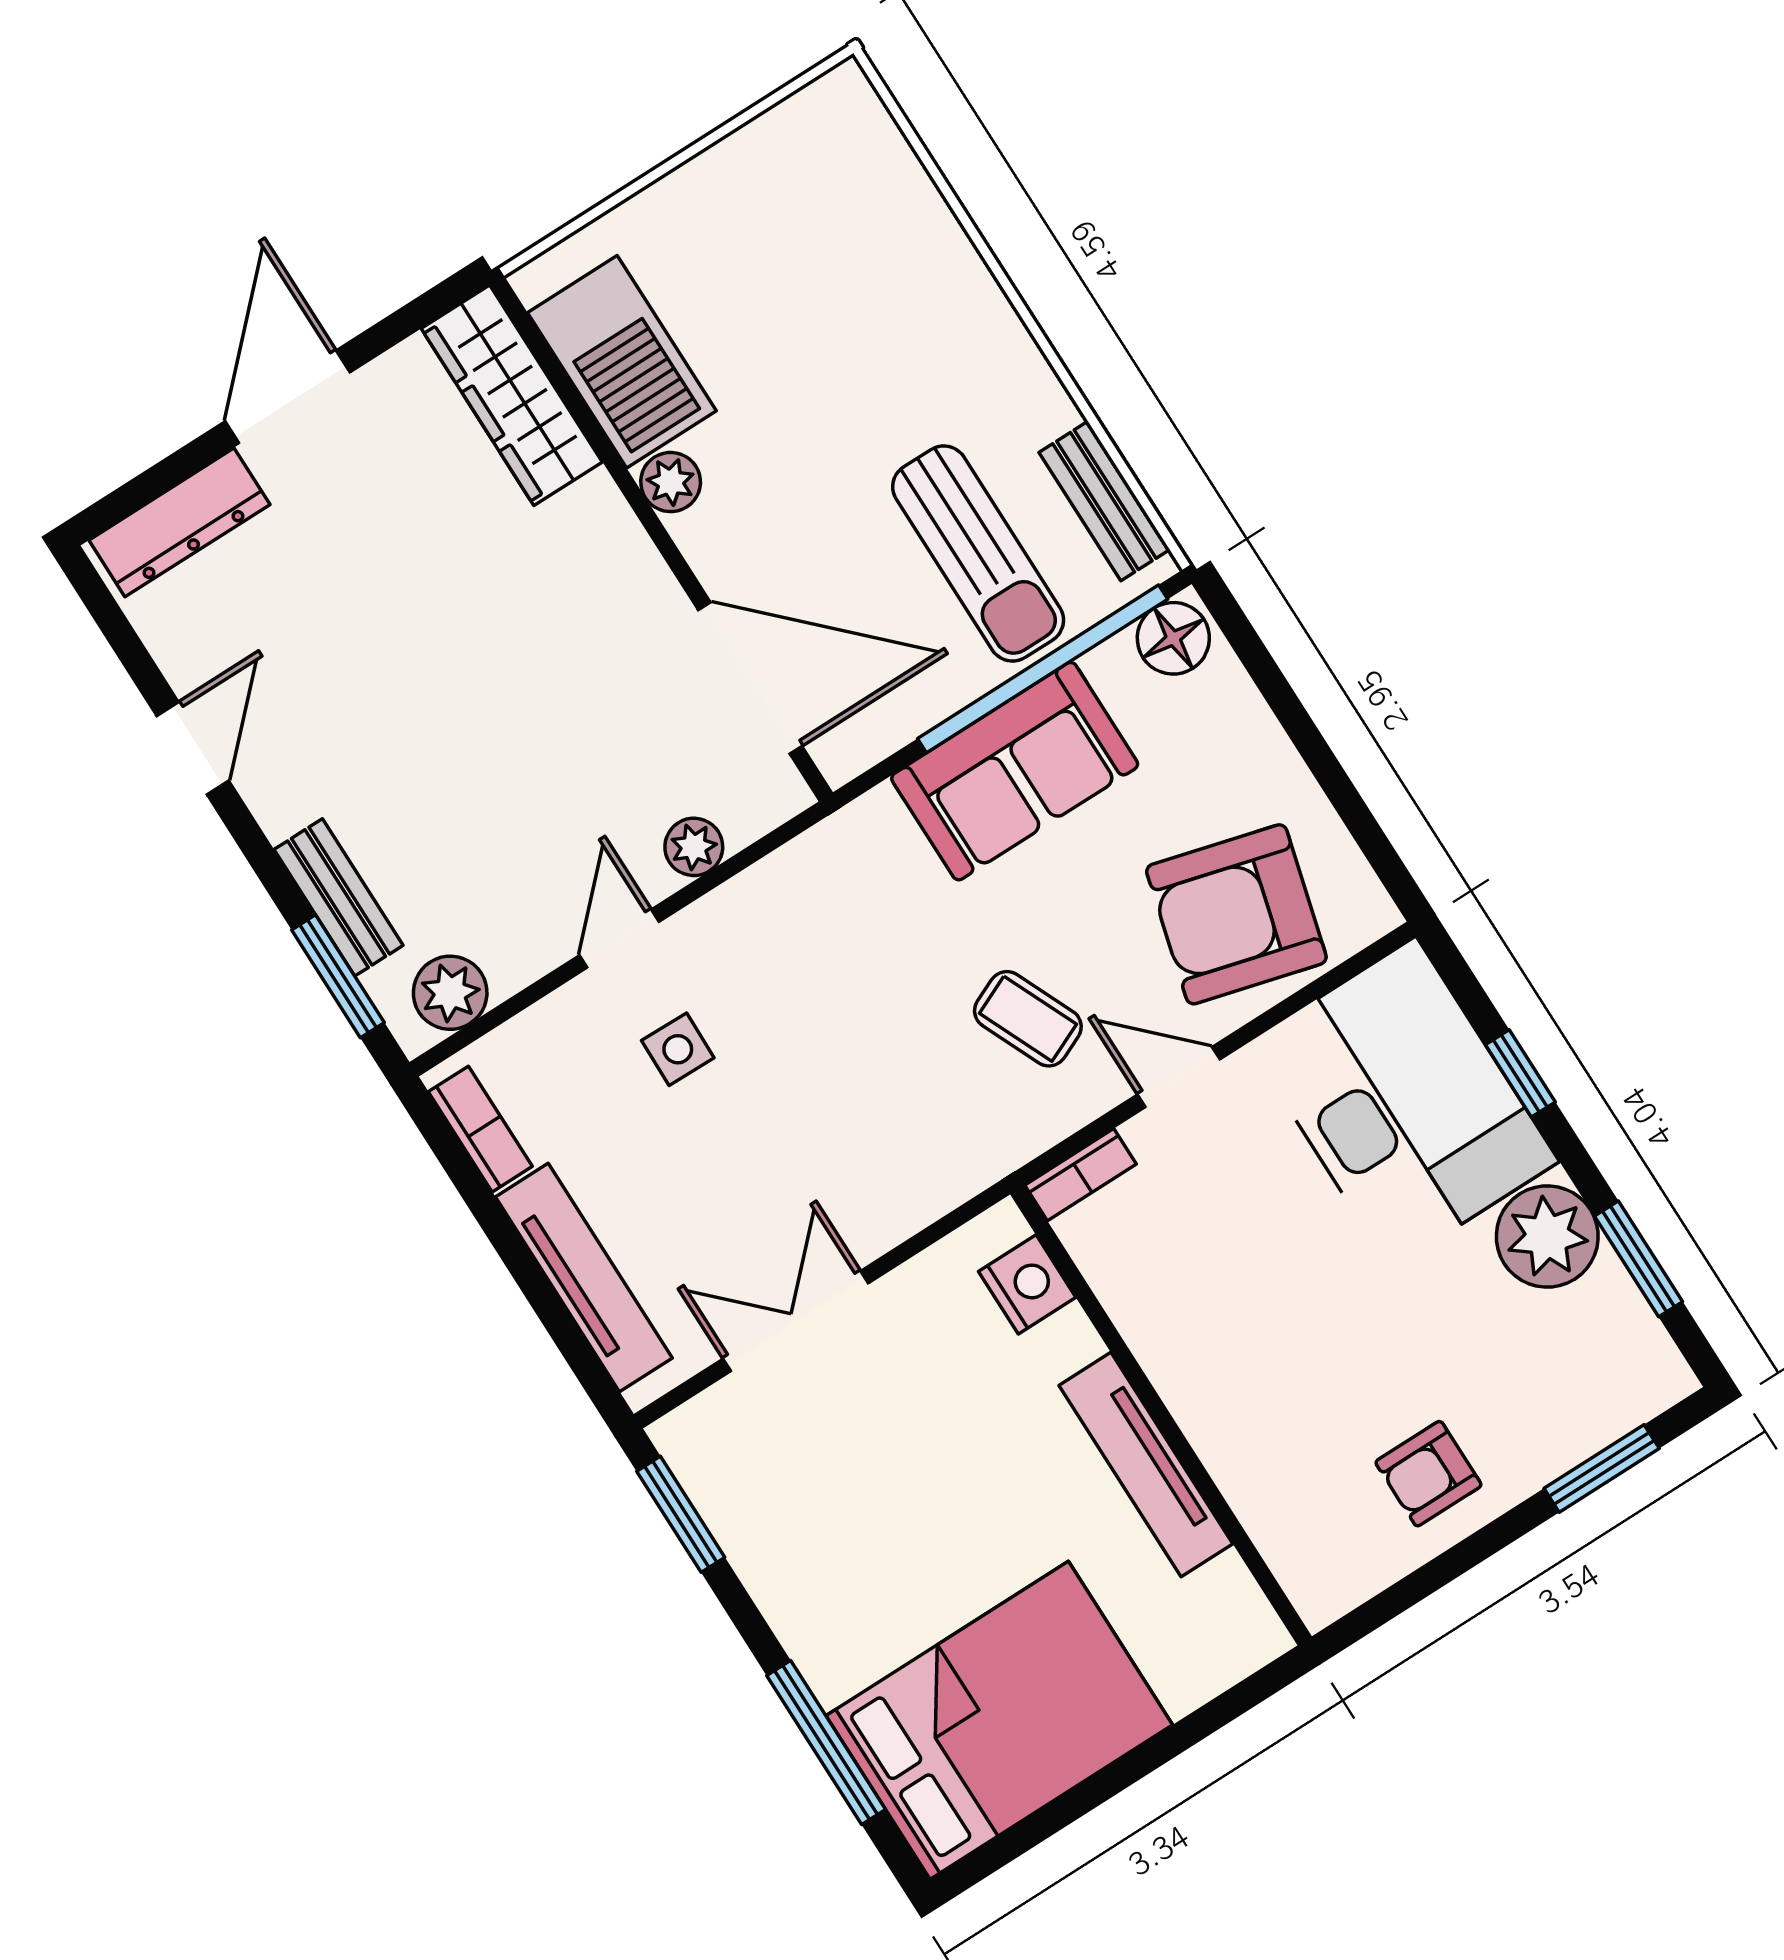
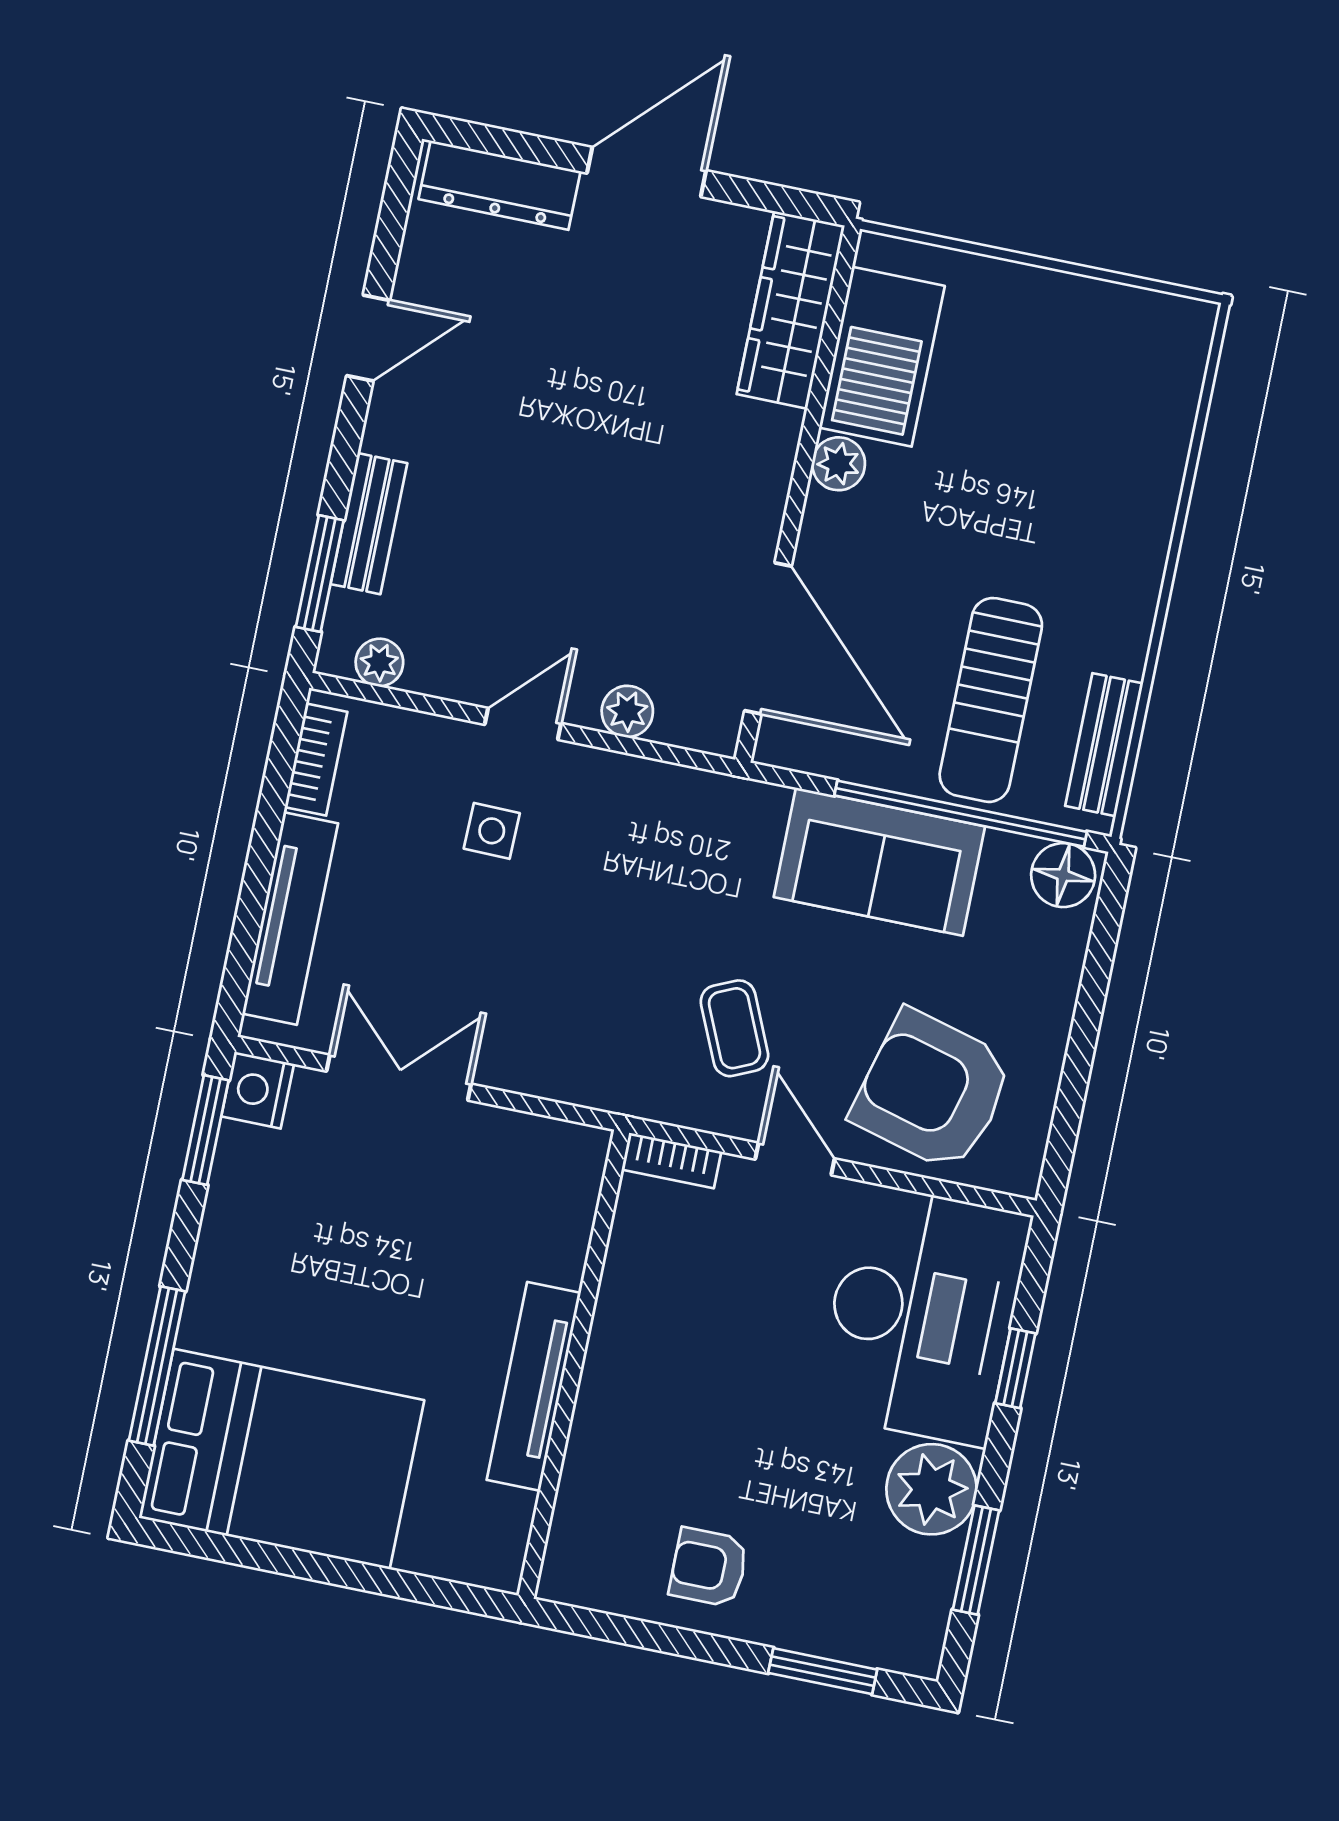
plant: (450, 993) -> (379, 662), width x0.73, depth x0.73
nightstand: (1027, 1284) -> (258, 1090), moved, turned 180

